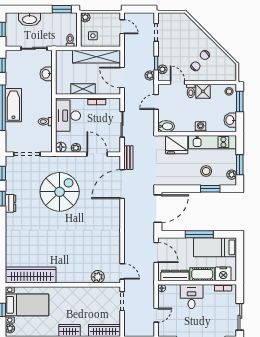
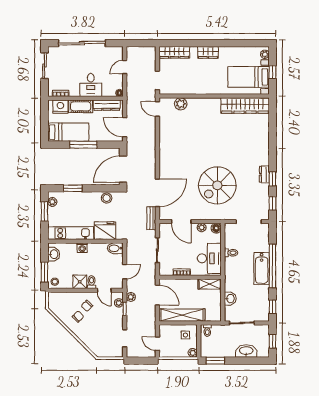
shelving: (83, 89) -> (210, 284), moved
stool: (206, 171) -> (107, 198), moved

